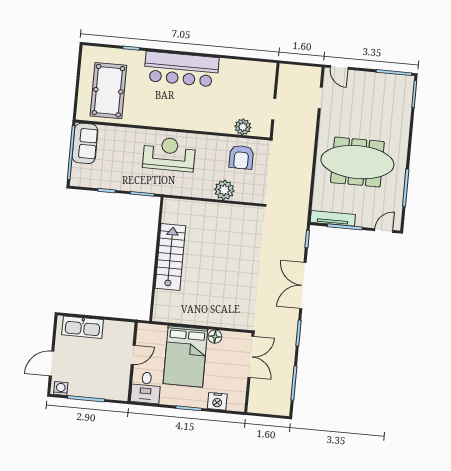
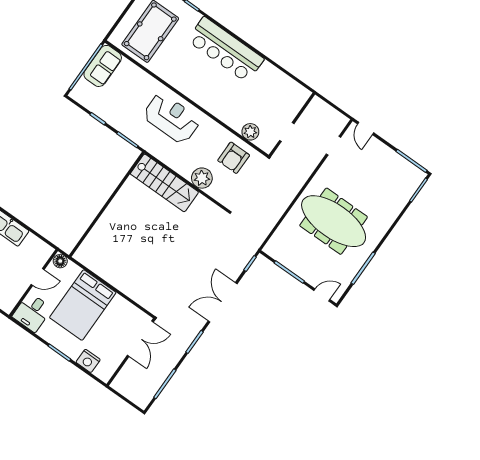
tv unit: (333, 218) -> (283, 258), removed
stairs: (170, 257) -> (164, 183), moved, turned 90
floor lamp: (215, 337) -> (60, 261), moved

